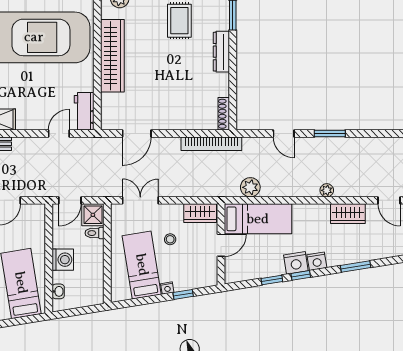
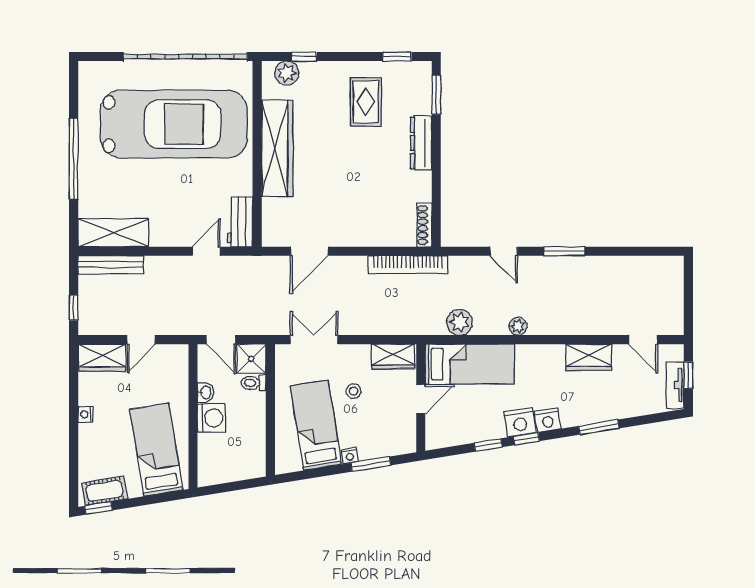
plant: (327, 190) -> (518, 326), moved
door: (70, 200) -> (221, 340), hinge flipped
washbasin: (58, 291) -> (205, 392), moved
window: (183, 294) -> (371, 464), width x1.50

